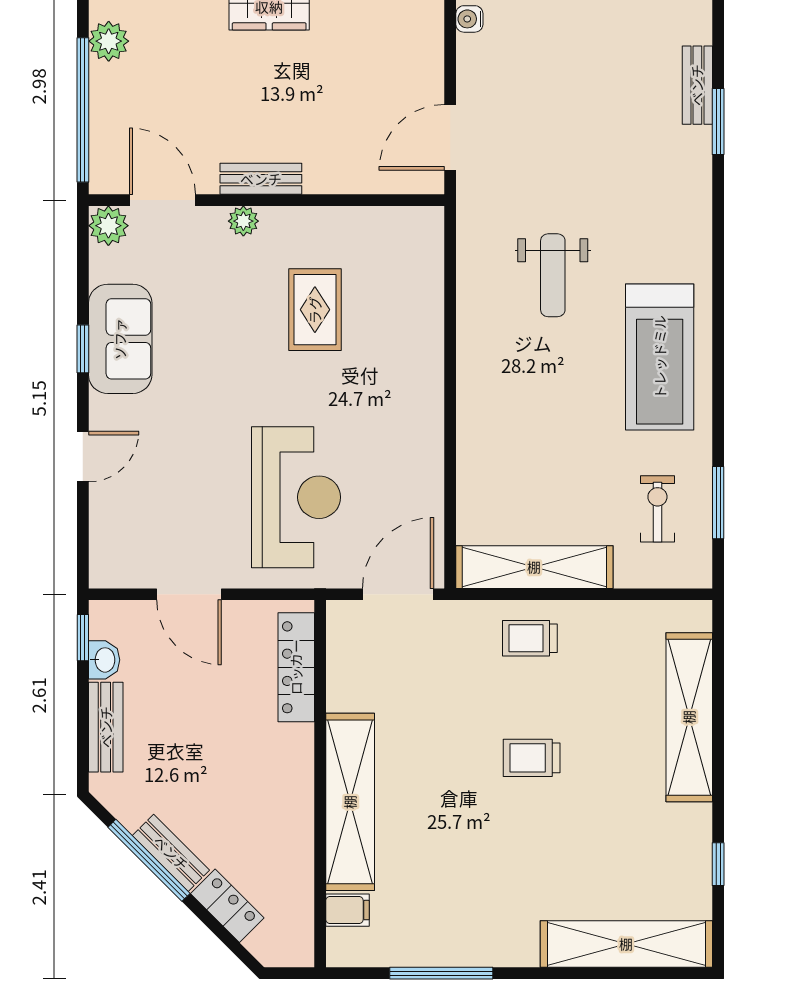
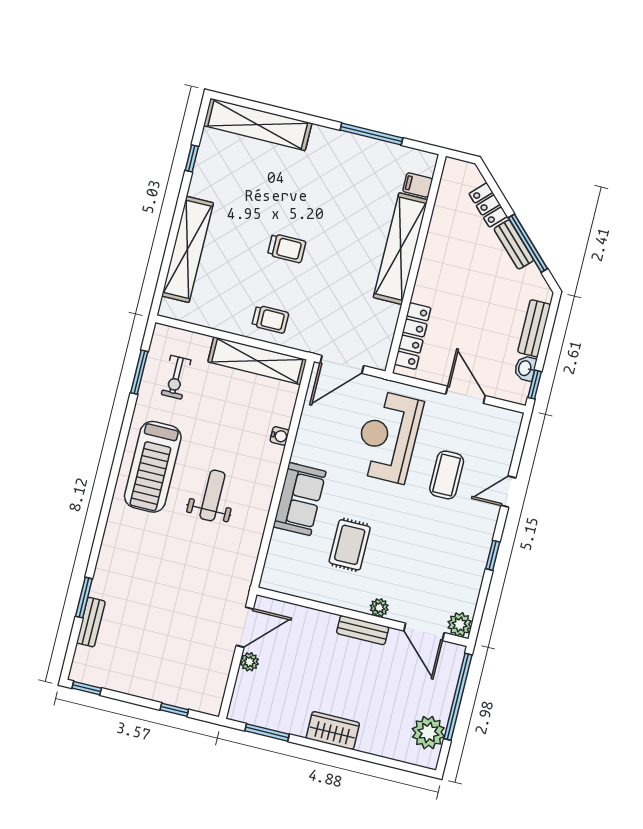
water cooler: (469, 19) -> (280, 436), moved
plant: (109, 41) -> (428, 733), width x1.36, depth x1.36
plant: (429, 84) -> (249, 662), added
weight bench: (553, 275) -> (212, 495), moved
sofa: (120, 339) -> (300, 499), moved, turned 180
treadmill: (660, 357) -> (153, 467), turned 180
coffee table: (188, 459) -> (447, 475), added

